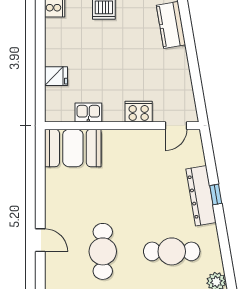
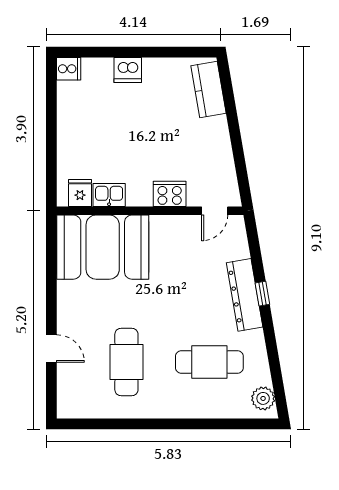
fridge: (56, 76) -> (80, 193), moved, turned -90
booth: (73, 148) -> (103, 247), width x1.36, depth x1.42

